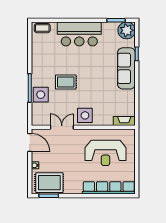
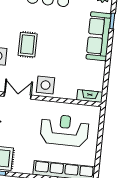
rug: (66, 82) -> (28, 45), turned 90
reception desk: (106, 153) -> (64, 130), turned 180

